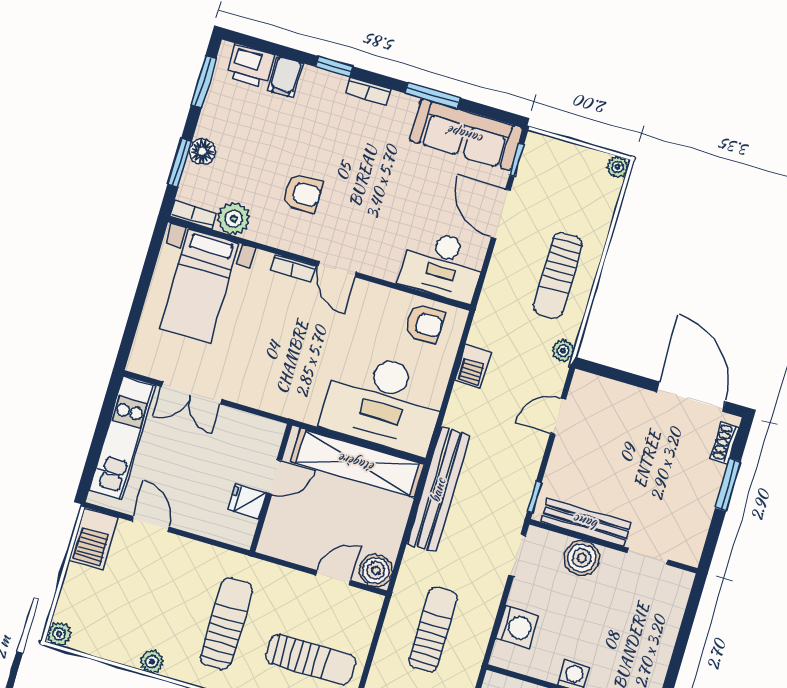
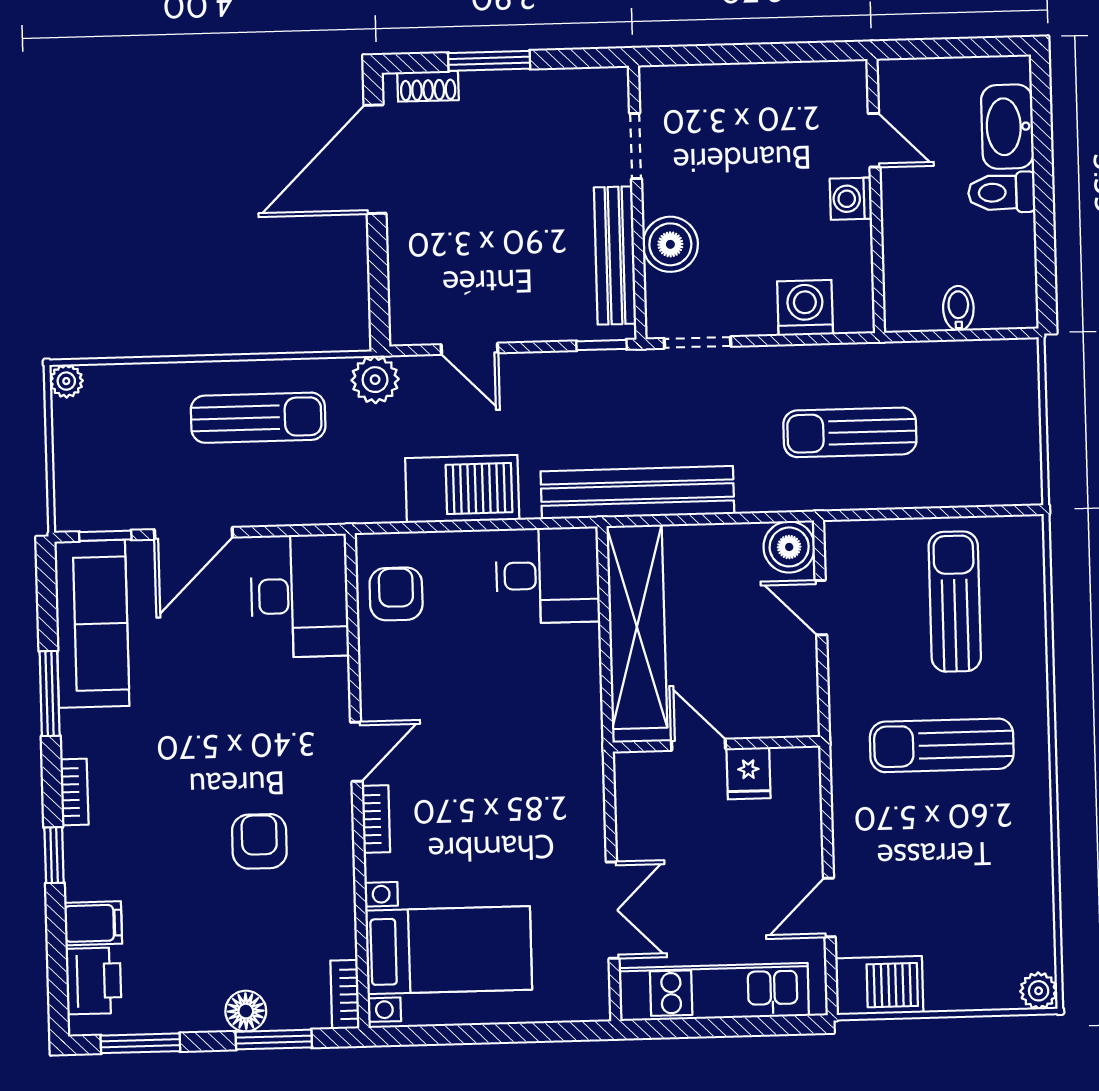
plant: (234, 219) -> (331, 931), removed
plant: (563, 351) -> (375, 380), width x1.38, depth x1.38
barbecue: (473, 366) -> (462, 489), width x1.88, depth x1.53
desk: (384, 402) -> (548, 575), width x0.53, depth x0.77
plant: (152, 662) -> (1035, 838), removed

